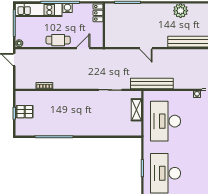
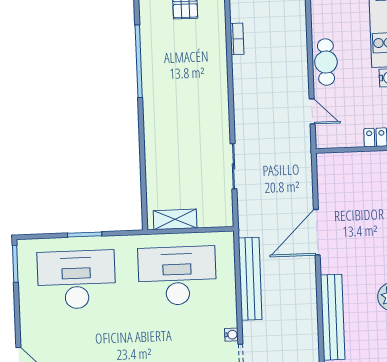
door: (146, 48) -> (317, 232), width x1.88
bench: (152, 84) -> (250, 279), moved
shelving: (136, 110) -> (175, 219), moved

